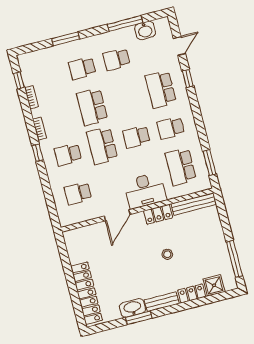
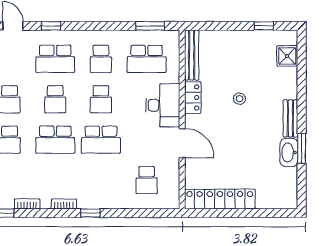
school desk: (68, 155) -> (55, 99), moved
window: (234, 259) -> (264, 26), width x0.46
locker: (87, 293) -> (220, 199), moved
locker: (192, 293) -> (290, 83), removed

